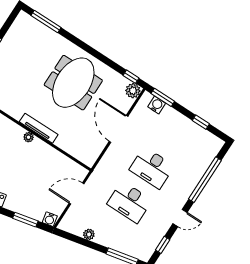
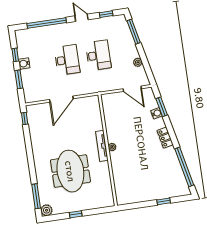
meeting table: (73, 83) -> (70, 171), moved, turned 90
plant: (133, 91) -> (47, 210), moved
window: (163, 97) -> (19, 79), moved
water cooler: (157, 105) -> (24, 63), moved
door: (77, 193) -> (132, 89), moved
water cooler: (50, 219) -> (157, 113), moved

